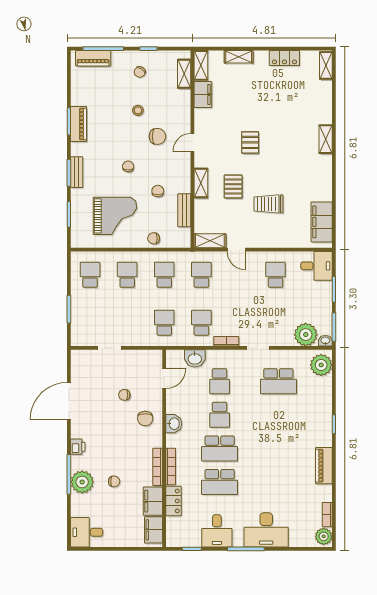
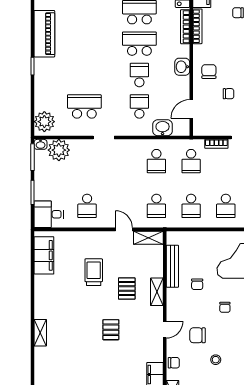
trolley: (268, 204) -> (94, 272), turned -90
bench: (184, 210) -> (172, 266), width x1.36
chair: (154, 238) -> (174, 363), moved
bookcase: (226, 341) -> (216, 144), moved
piano: (324, 466) -> (44, 34), width x1.37, depth x1.33

